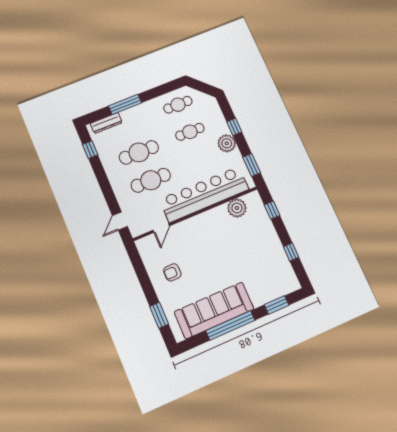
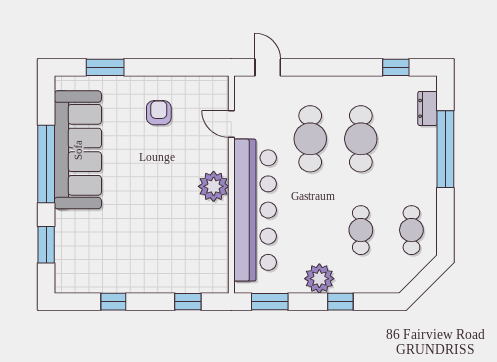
window: (125, 104) -> (445, 149), width x1.46
dresser: (106, 123) -> (428, 108), width x0.70
plant: (237, 208) -> (214, 186), moved

